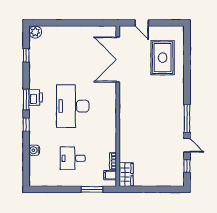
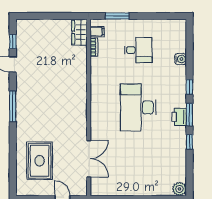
window: (26, 55) -> (189, 142), moved
double door: (118, 59) -> (89, 159), width x0.73
desk: (73, 106) -> (138, 107), turned 180
window: (187, 118) -> (13, 106), moved

